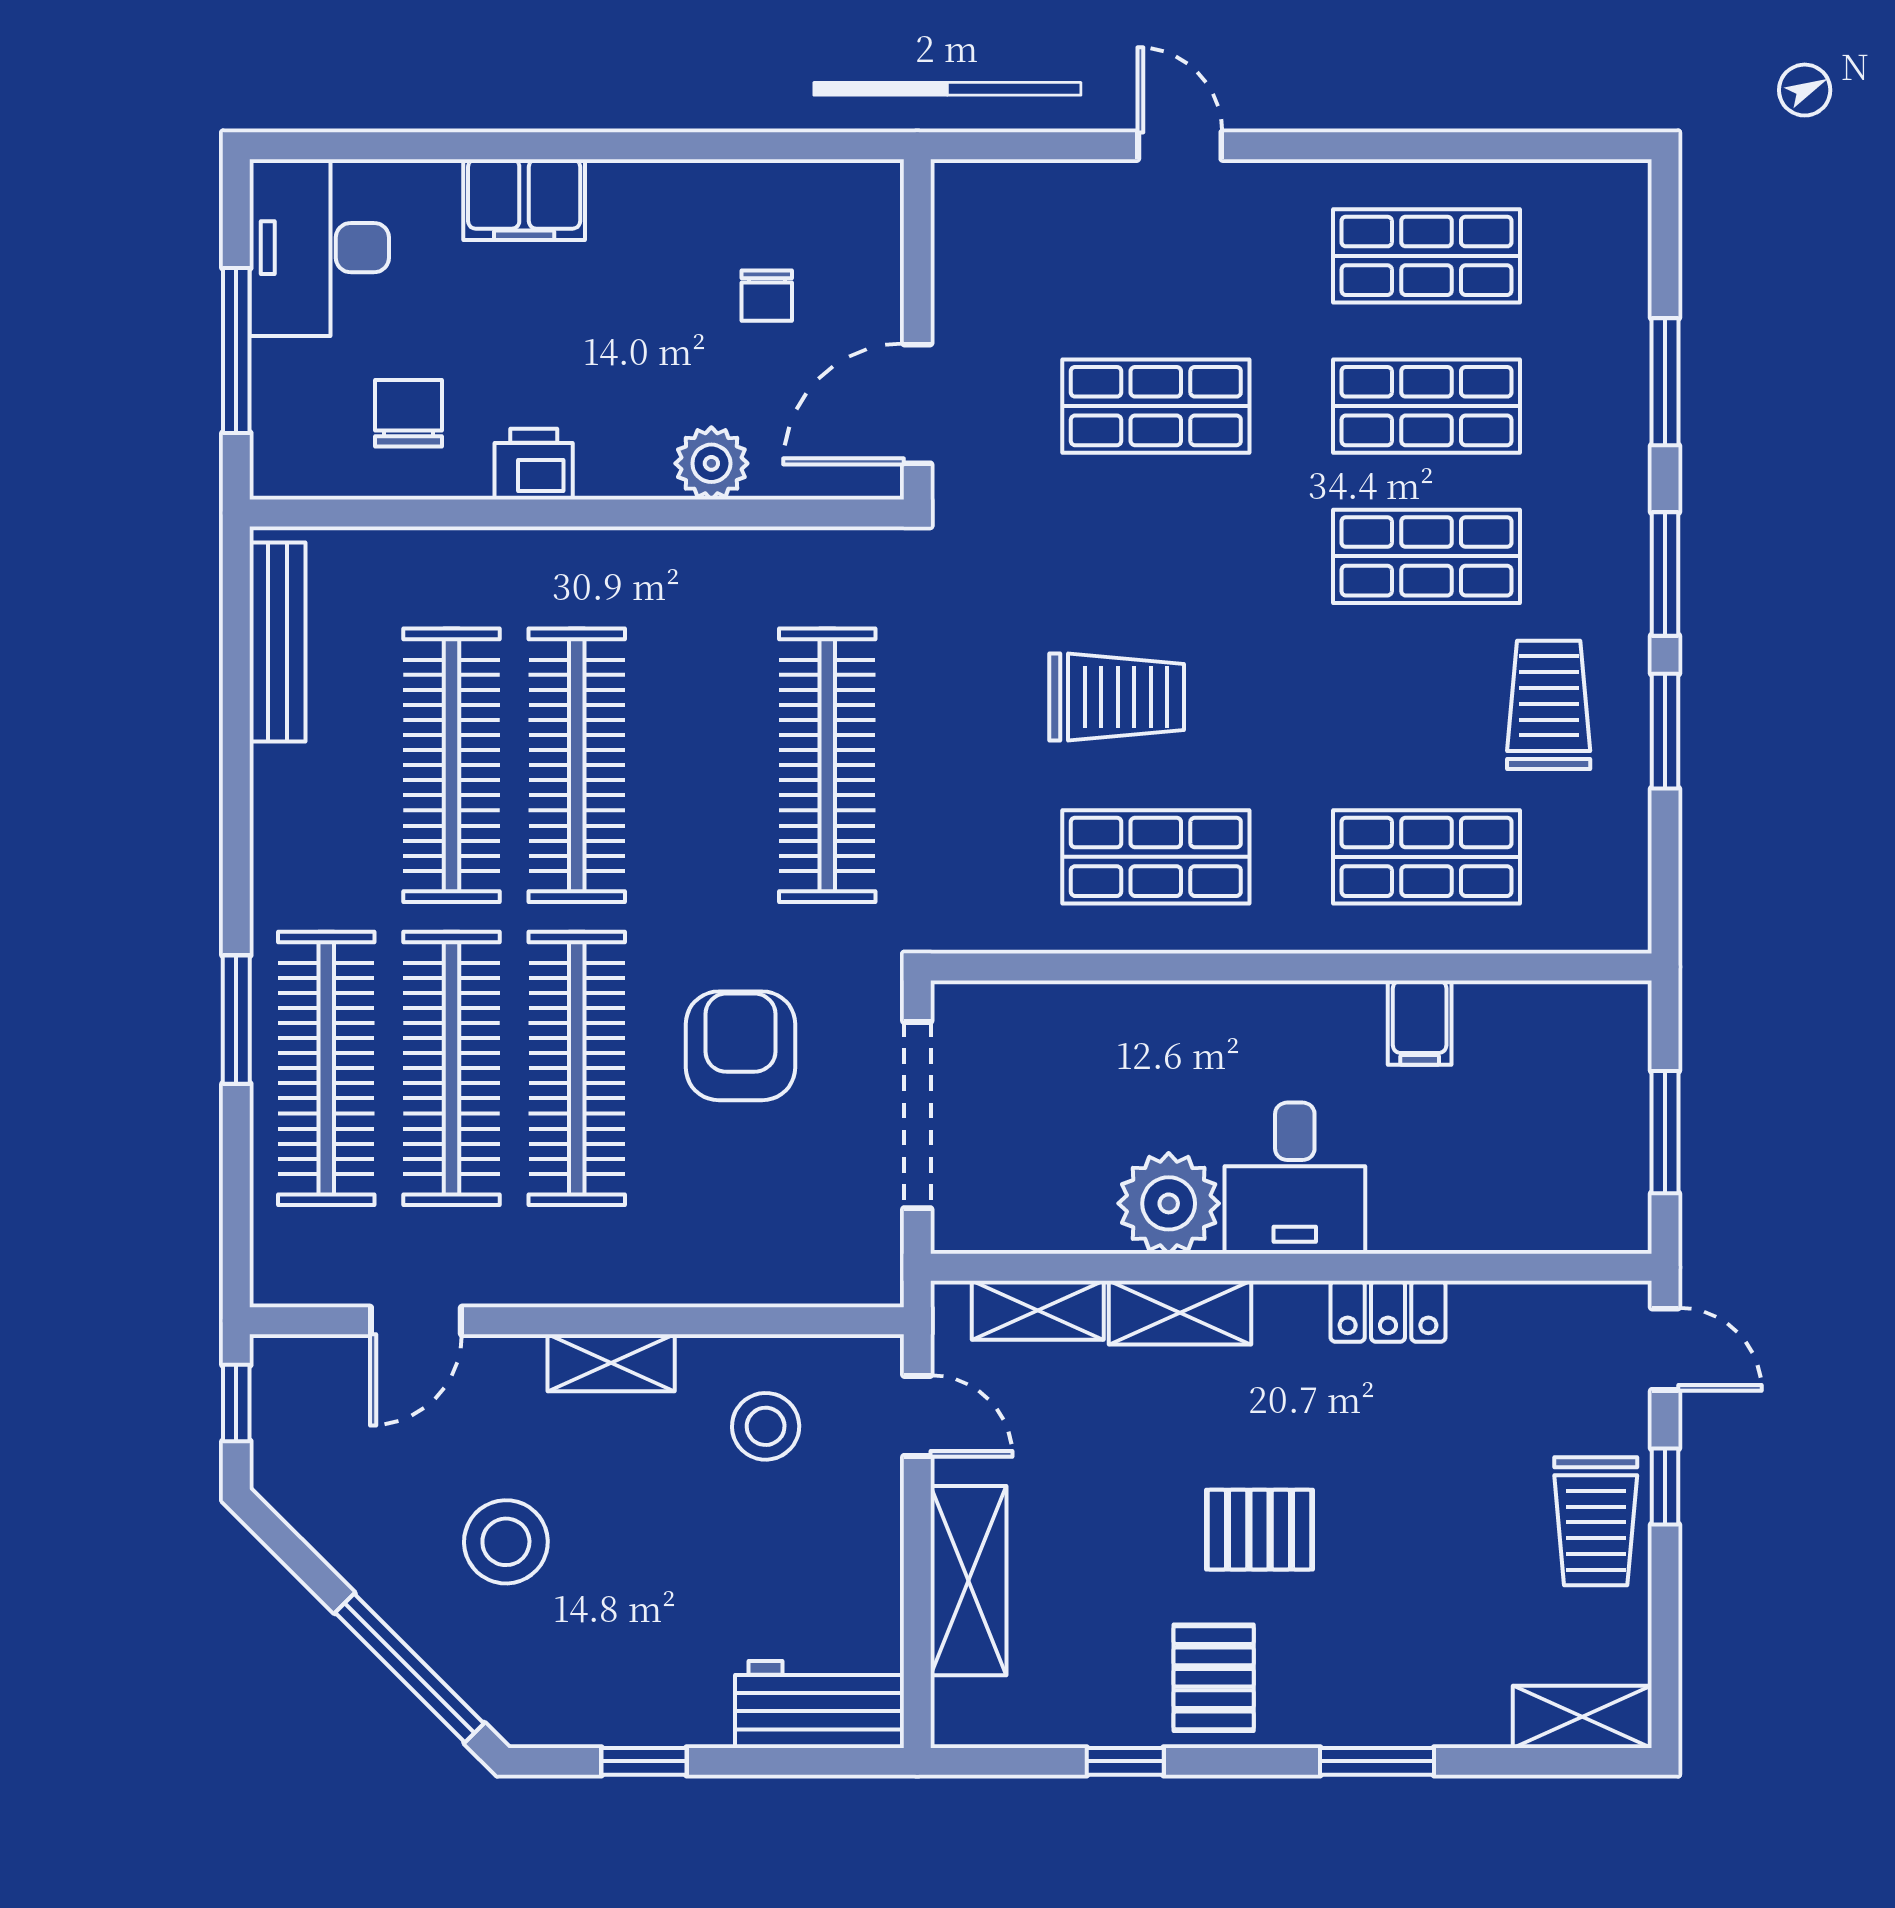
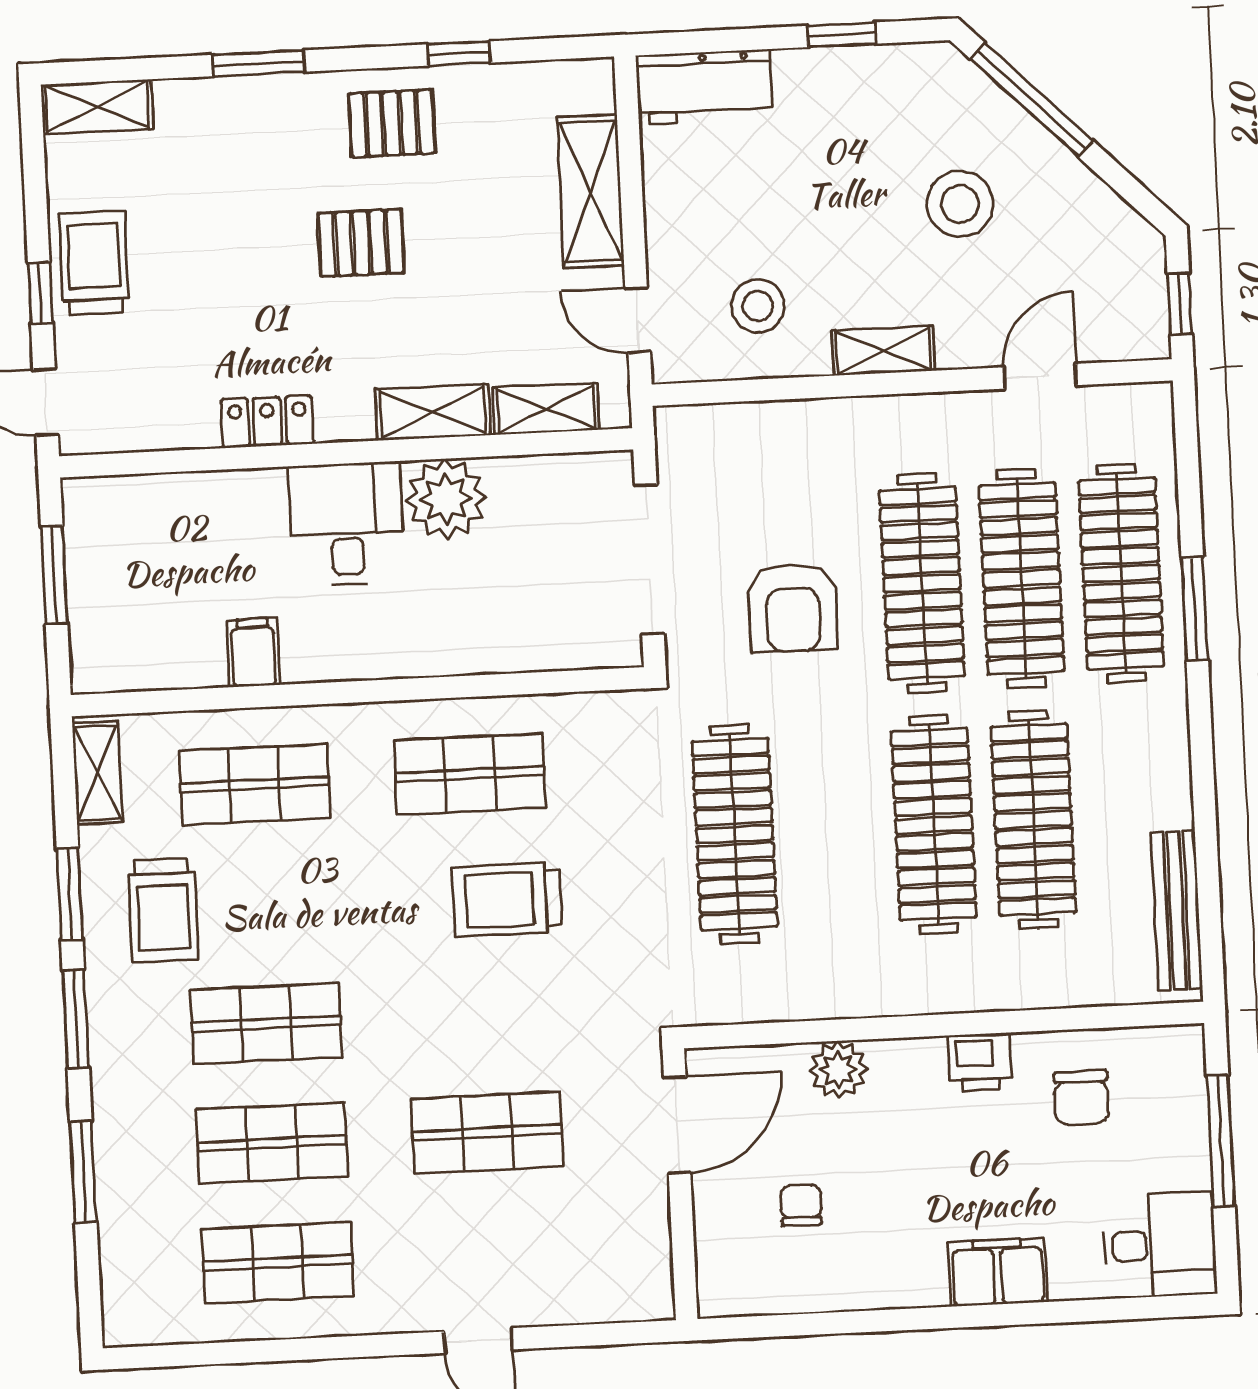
desk: (319, 248) -> (1160, 1245), width x0.73
shelving: (1623, 881) -> (97, 773), added
pallet: (1214, 1678) -> (392, 123), turned 90

